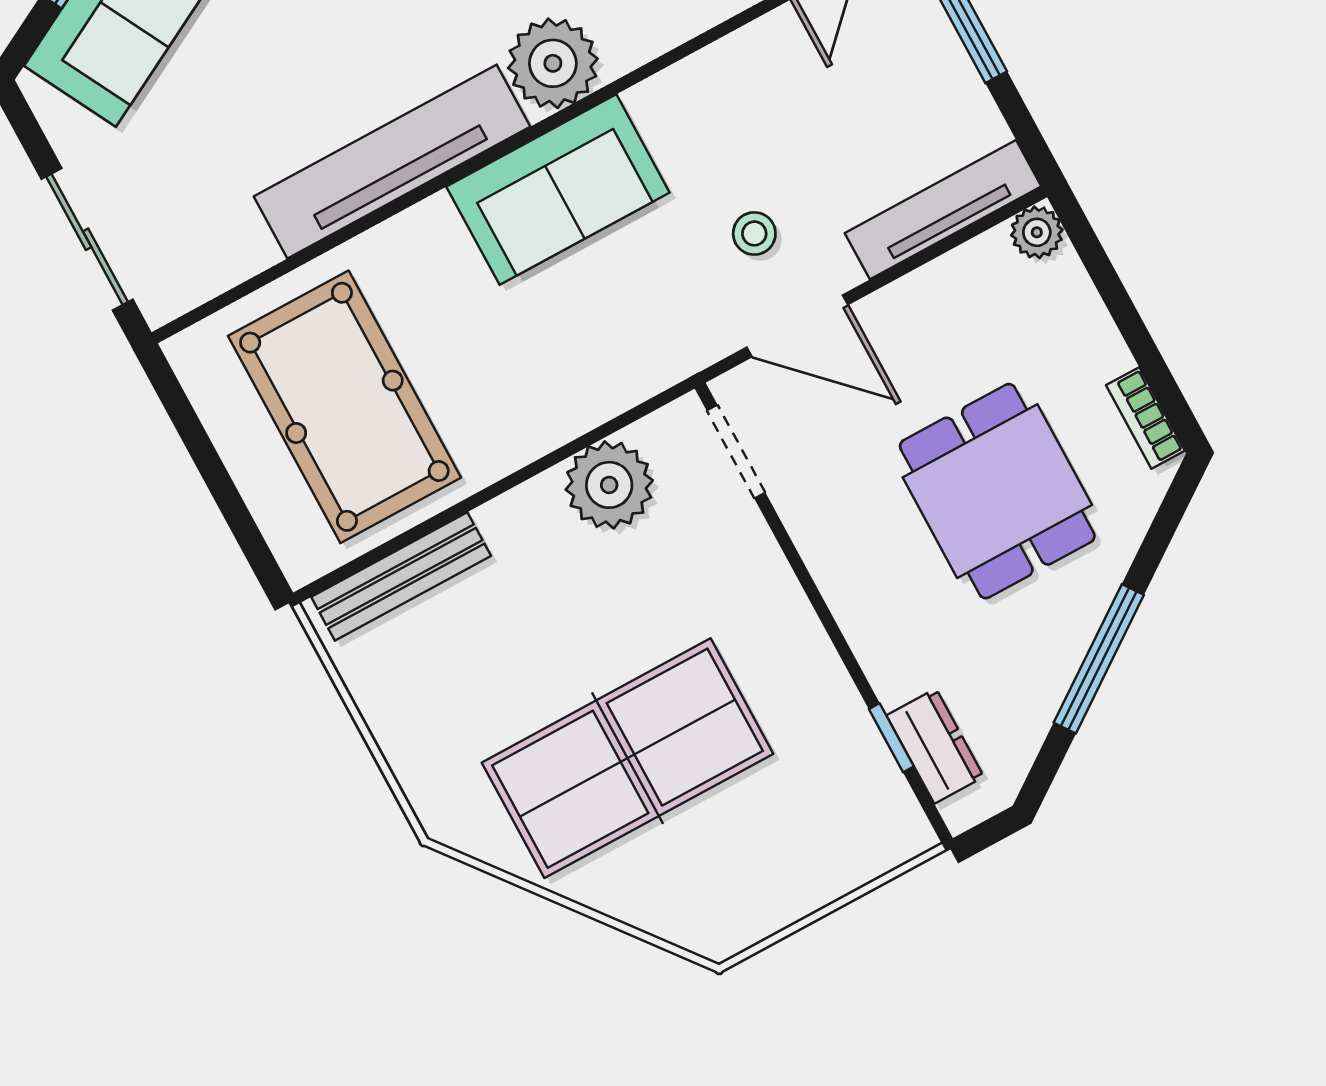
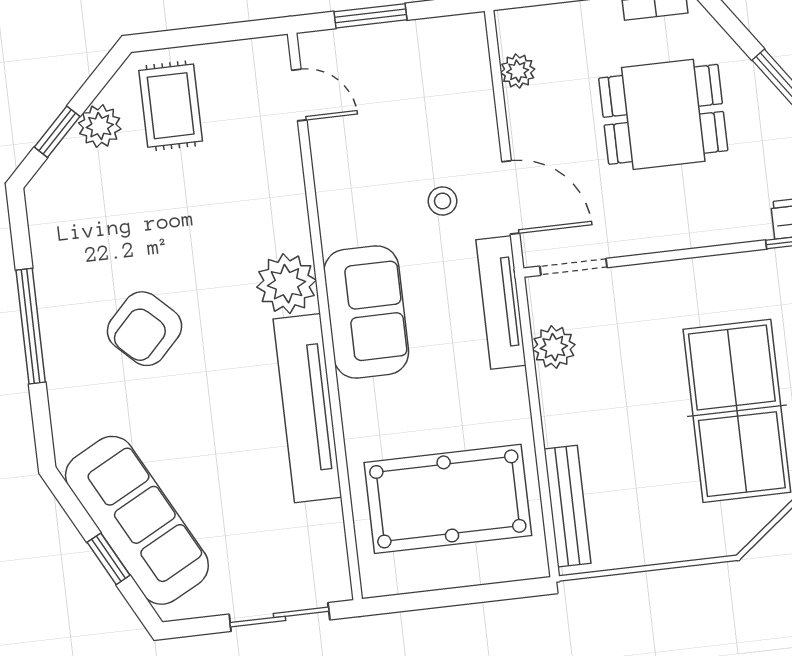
tv unit: (943, 210) -> (501, 303), moved
plant: (1037, 232) -> (518, 71), moved
door: (797, 326) -> (511, 197), hinge flipped
plant: (609, 485) -> (554, 347), width x0.73, depth x0.73

